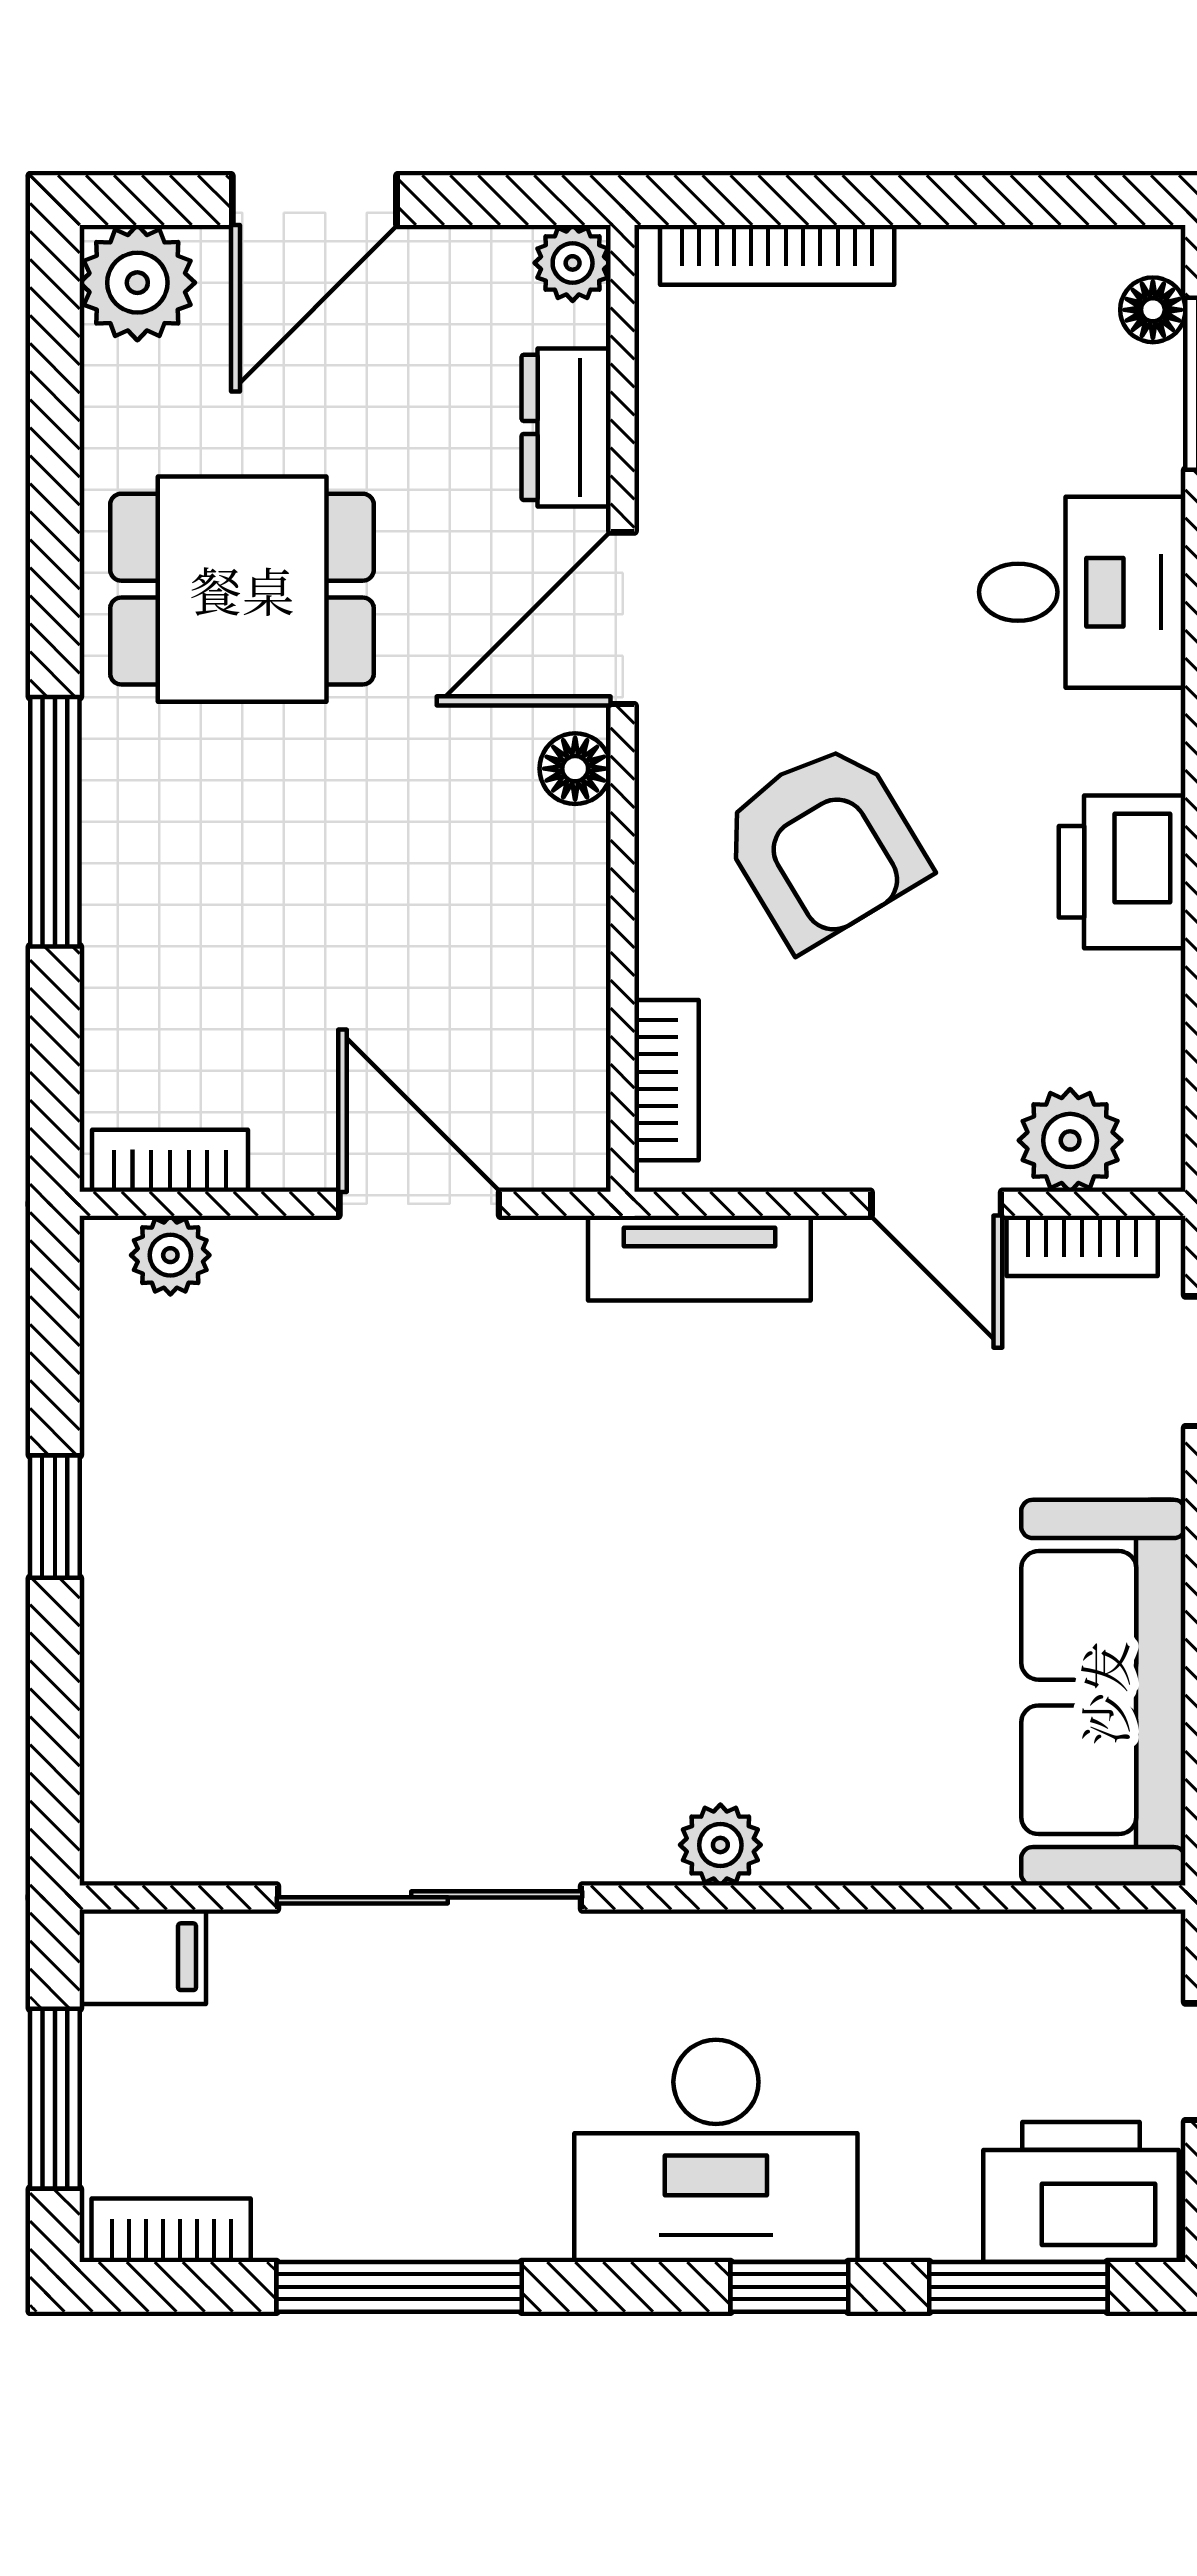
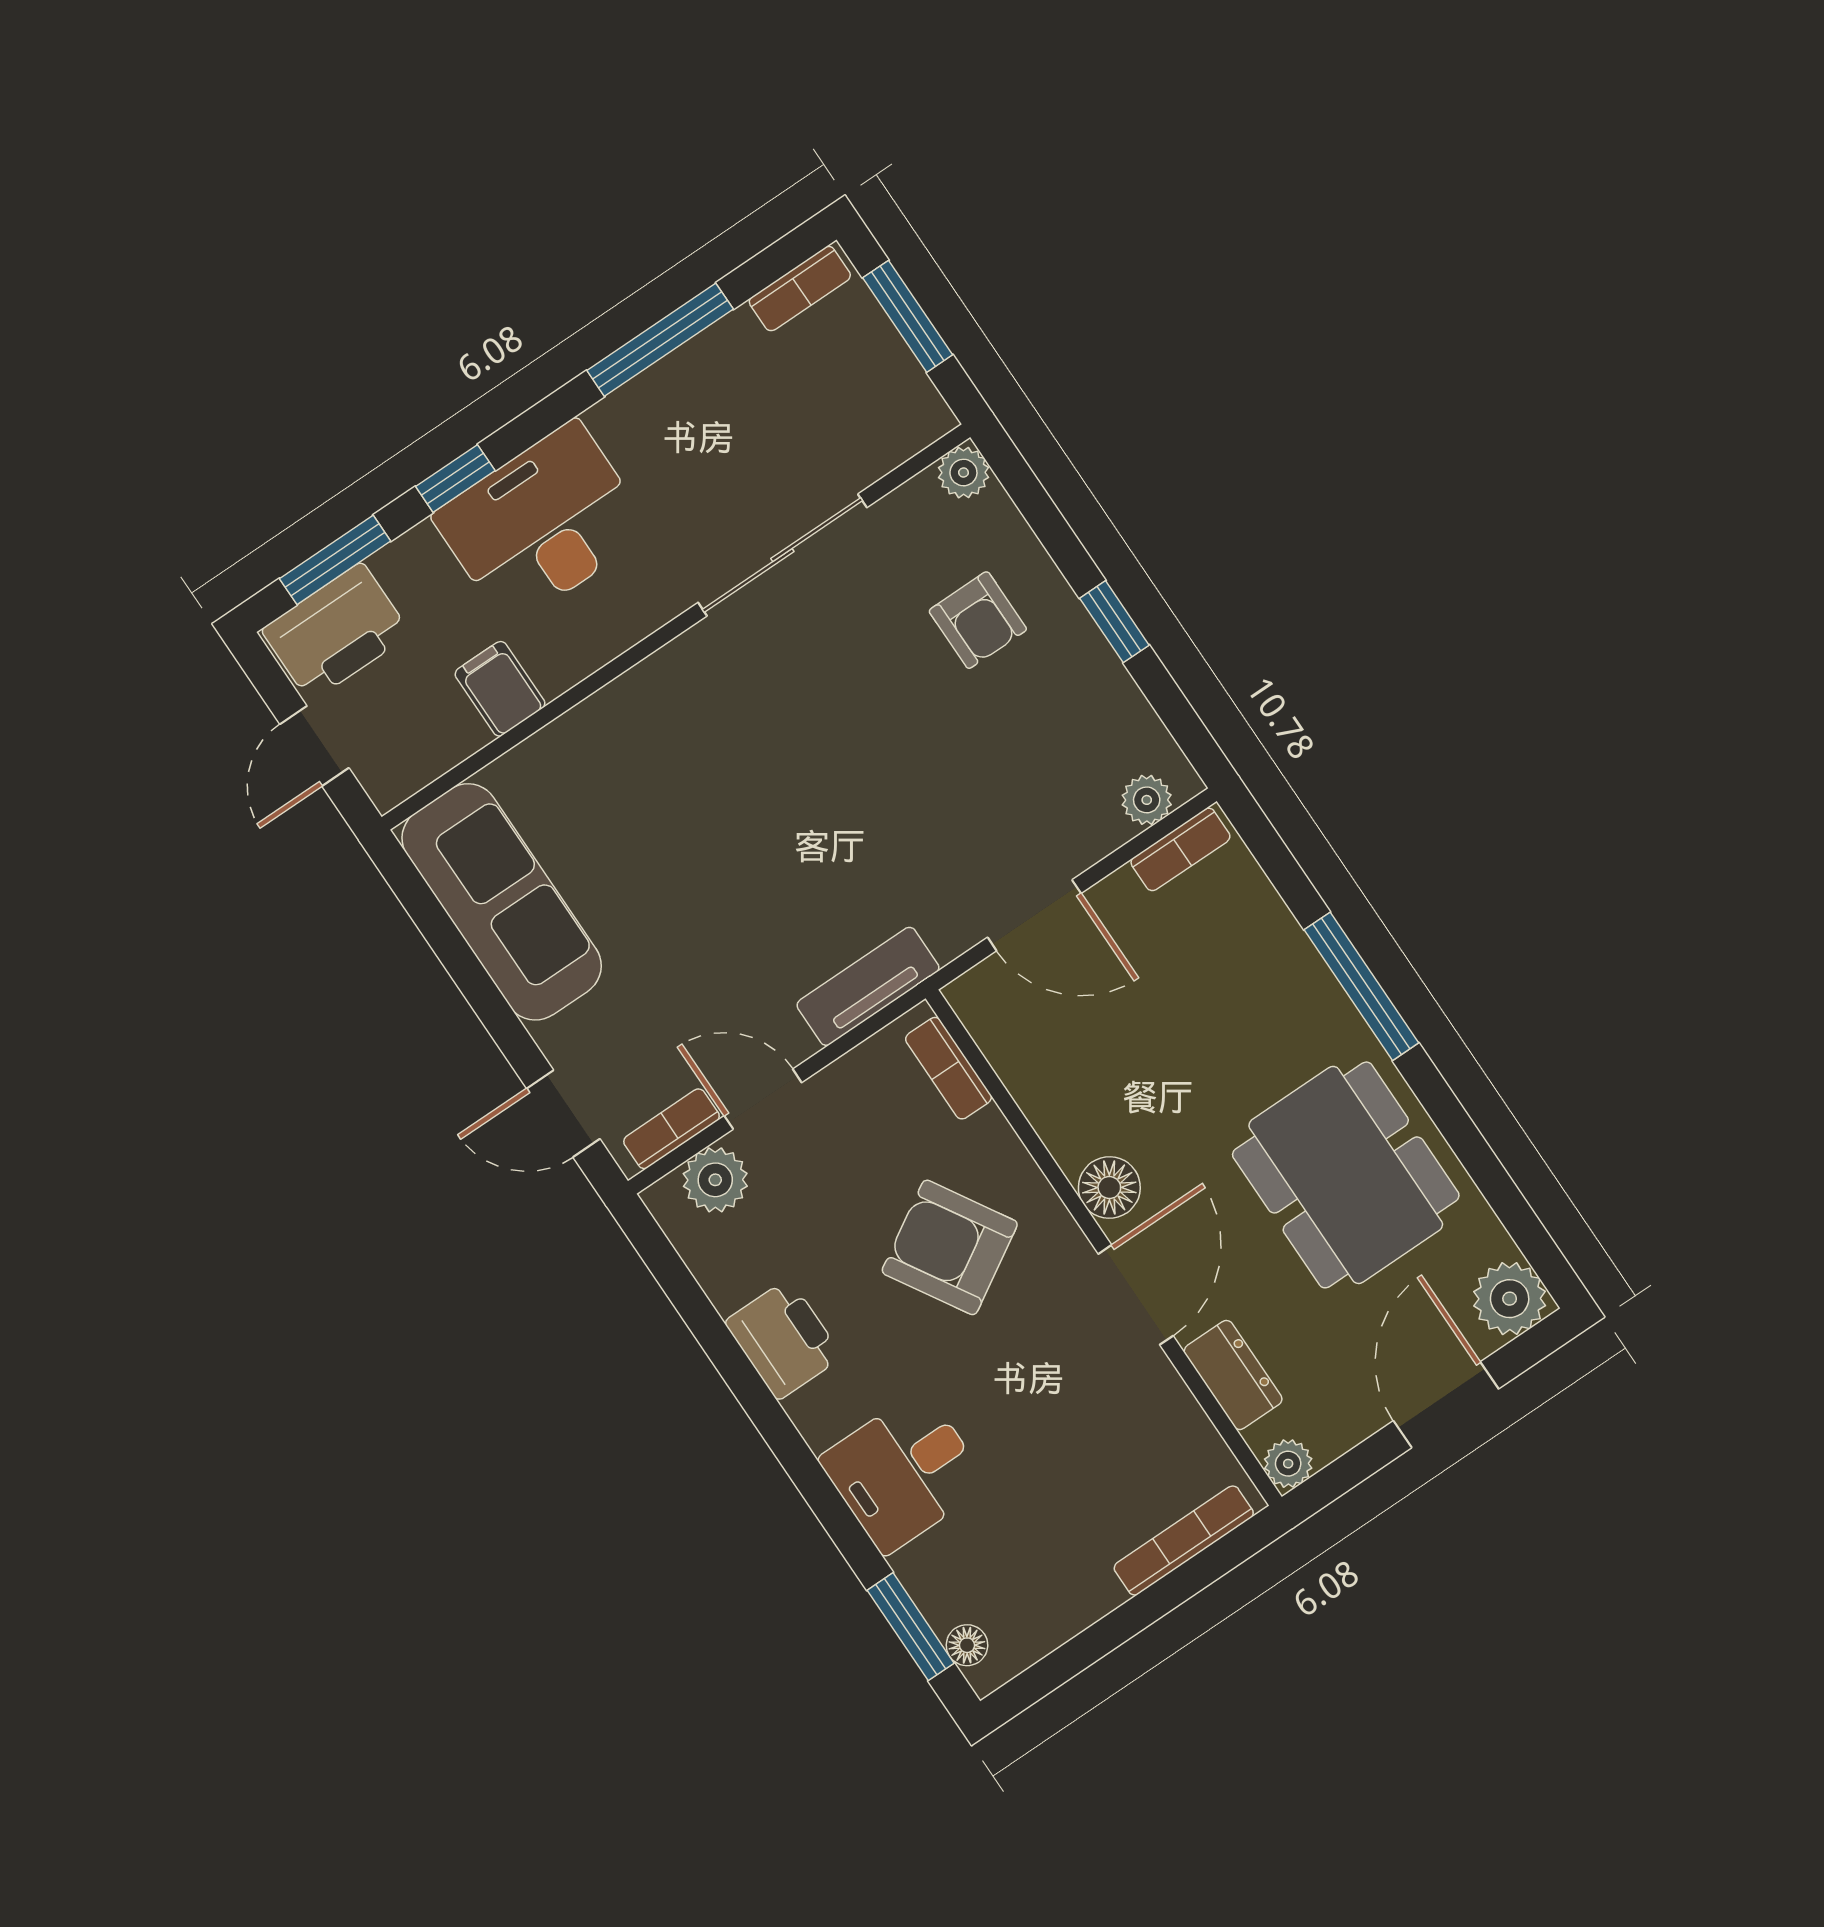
dining table: (242, 589) -> (1346, 1175), width x1.38
floor lamp: (575, 769) -> (1109, 1188), width x1.37, depth x1.37
armchair: (232, 1640) -> (978, 620), added
plant: (720, 1845) -> (963, 473), moved
filing cabinet: (143, 1957) -> (500, 689), moved, turned 90

